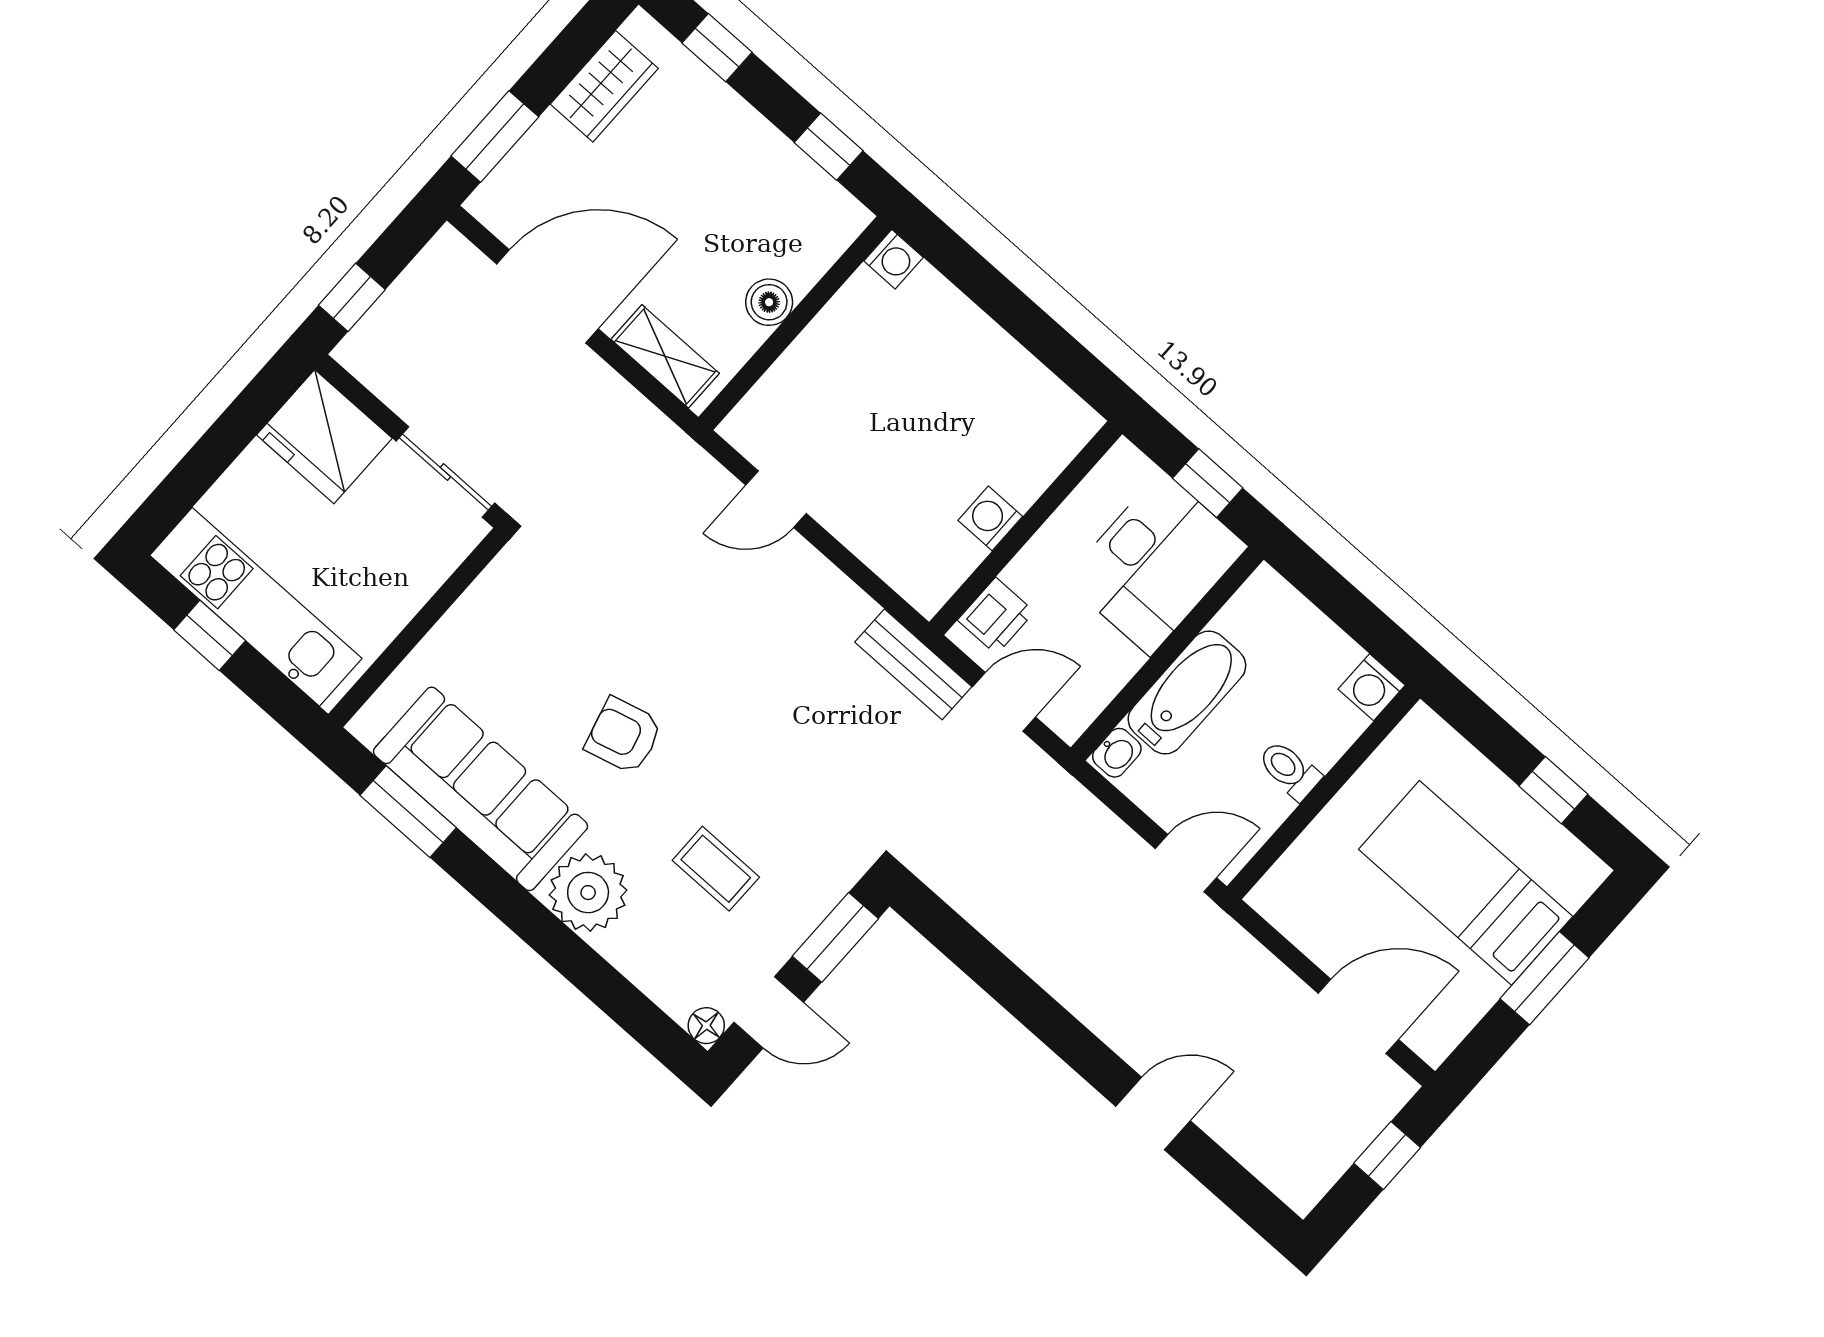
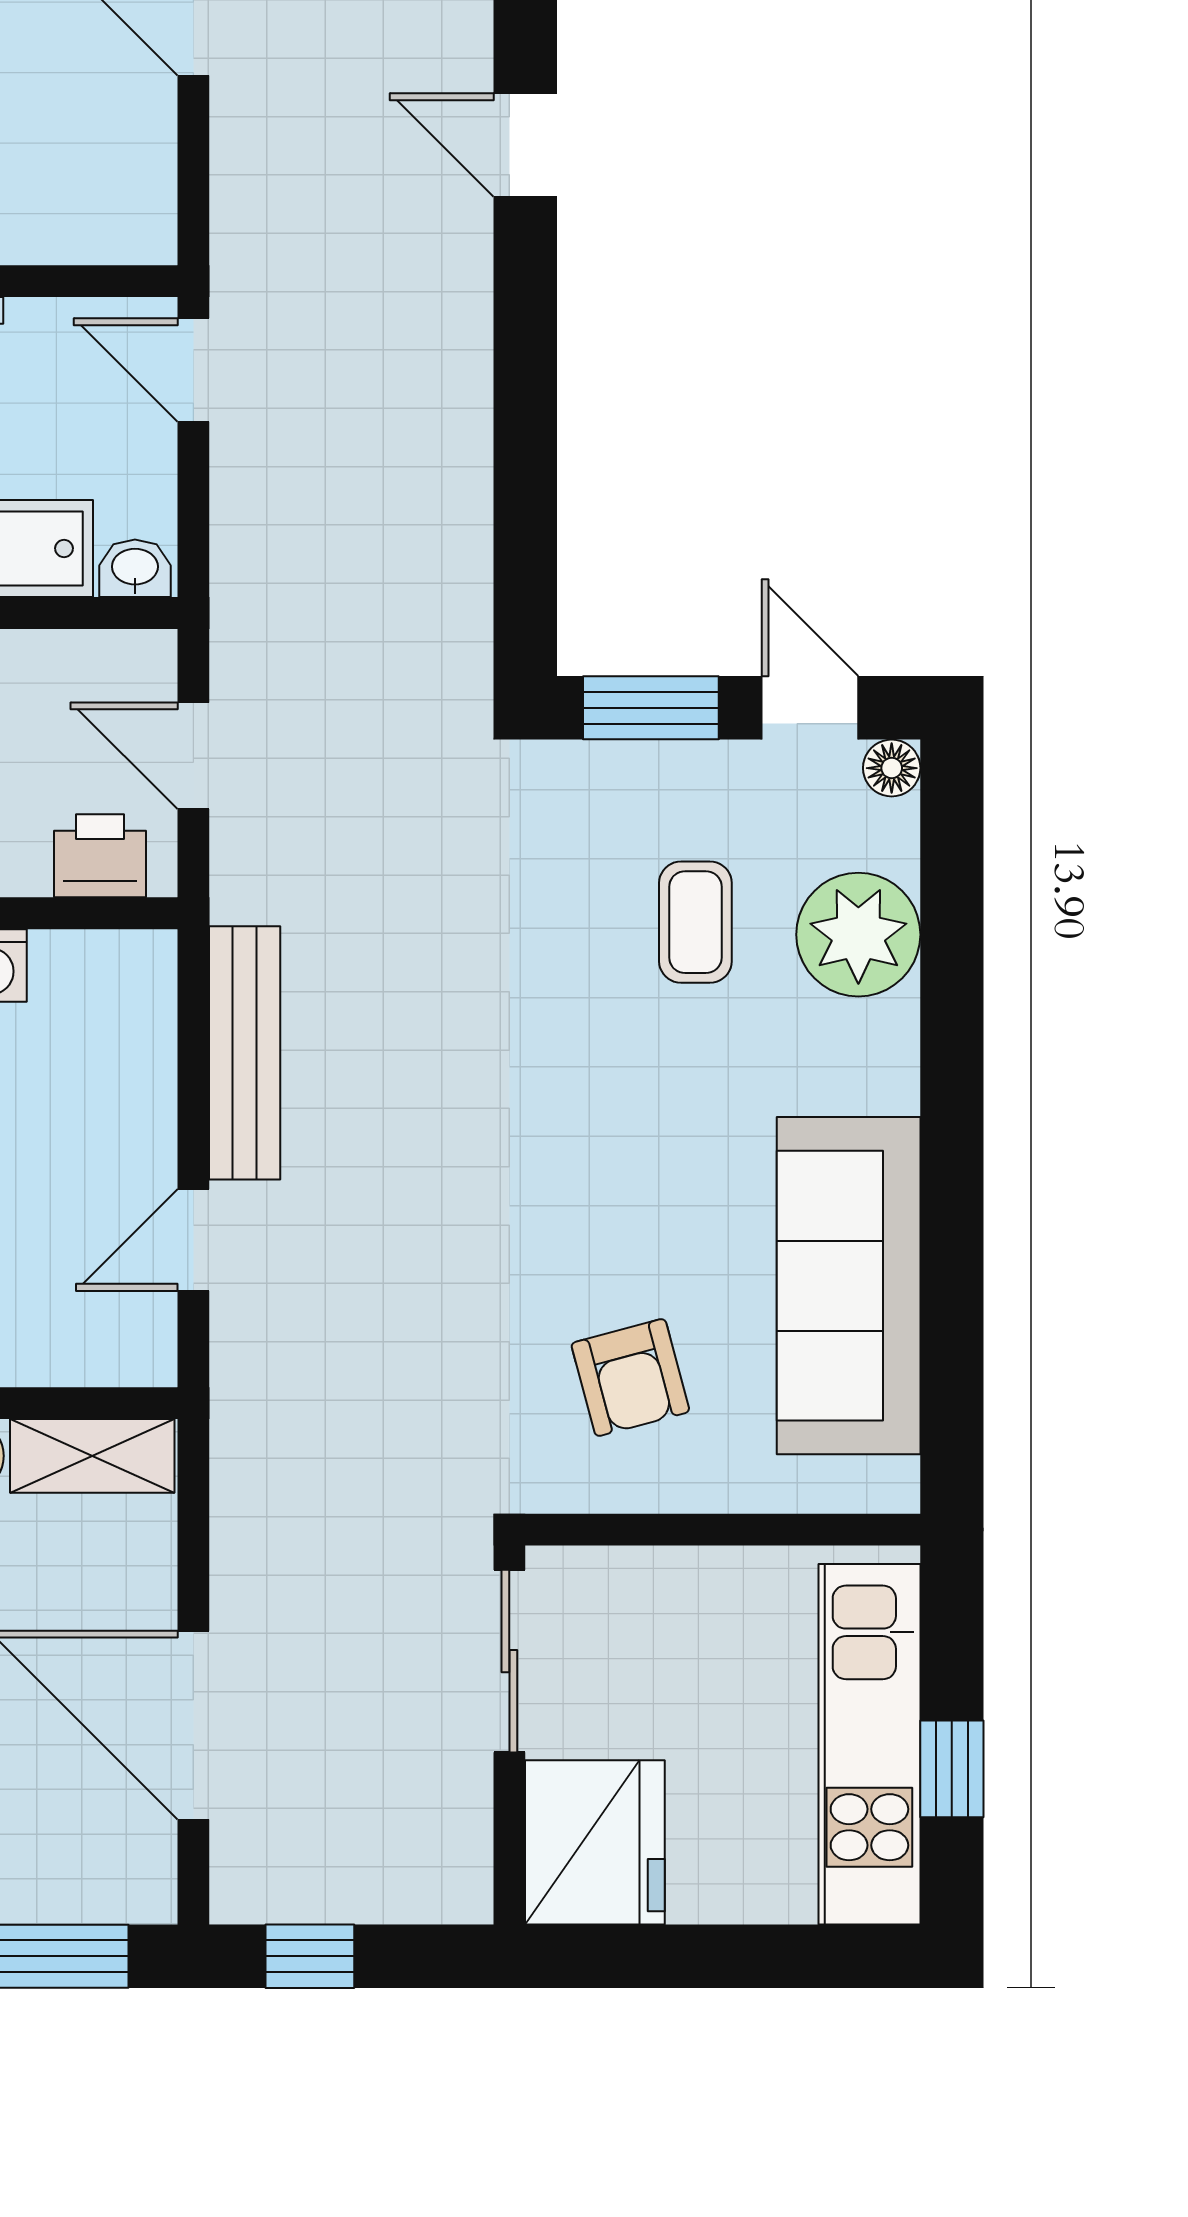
window: (352, 297) -> (310, 1956), moved
shelving: (665, 356) -> (92, 1456), moved, turned 90
door: (776, 499) -> (193, 1240), swing flipped
bench: (913, 664) -> (245, 1053), moved, width x1.36
armchair: (624, 736) -> (630, 1377), moved
window: (408, 812) -> (952, 1348), removed
plant: (588, 893) -> (858, 935), moved

